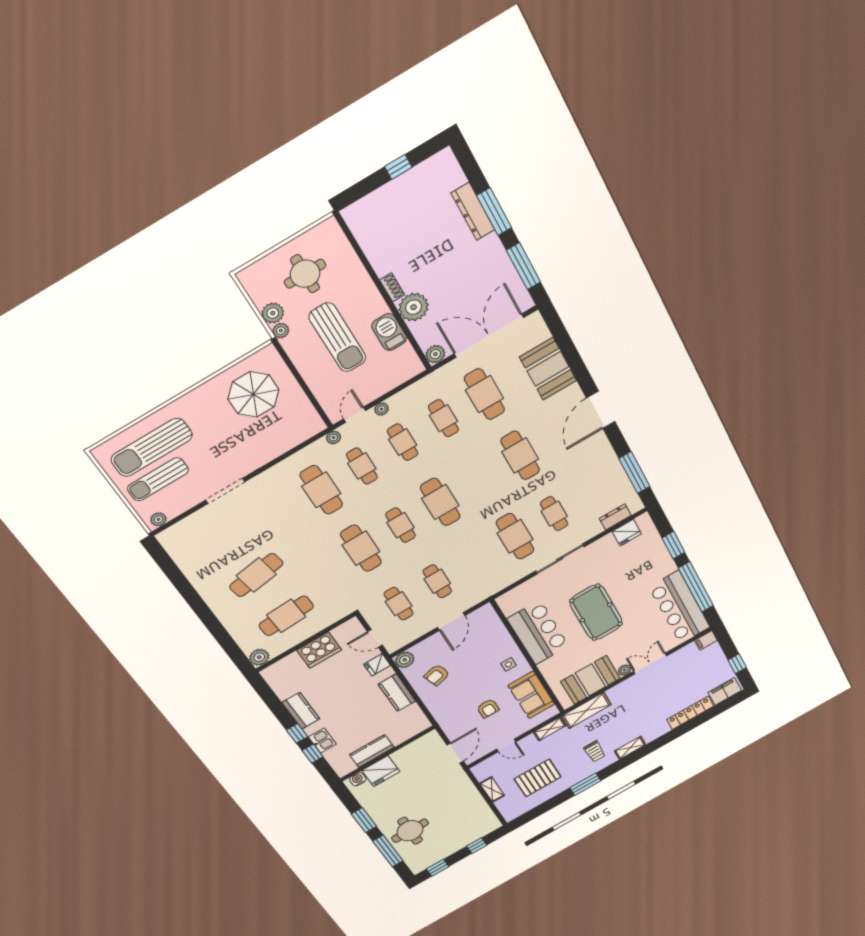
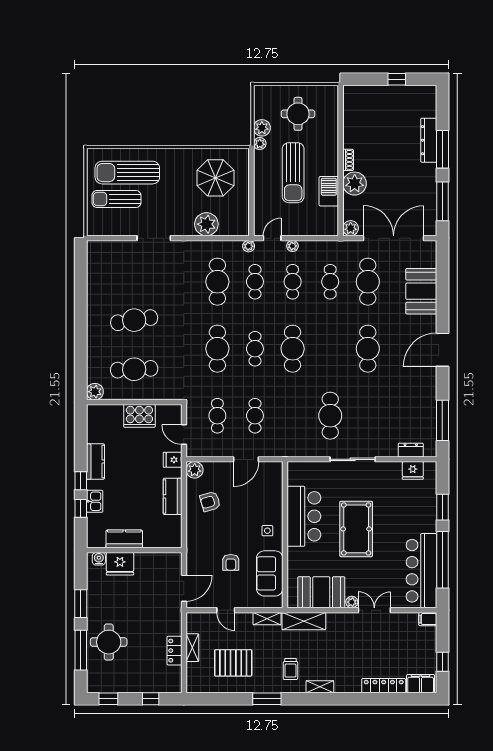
cafe table: (554, 514) -> (368, 416), removed
plant: (158, 519) -> (206, 224), moved, width x1.88, depth x1.88
locker: (476, 801) -> (174, 651), added

